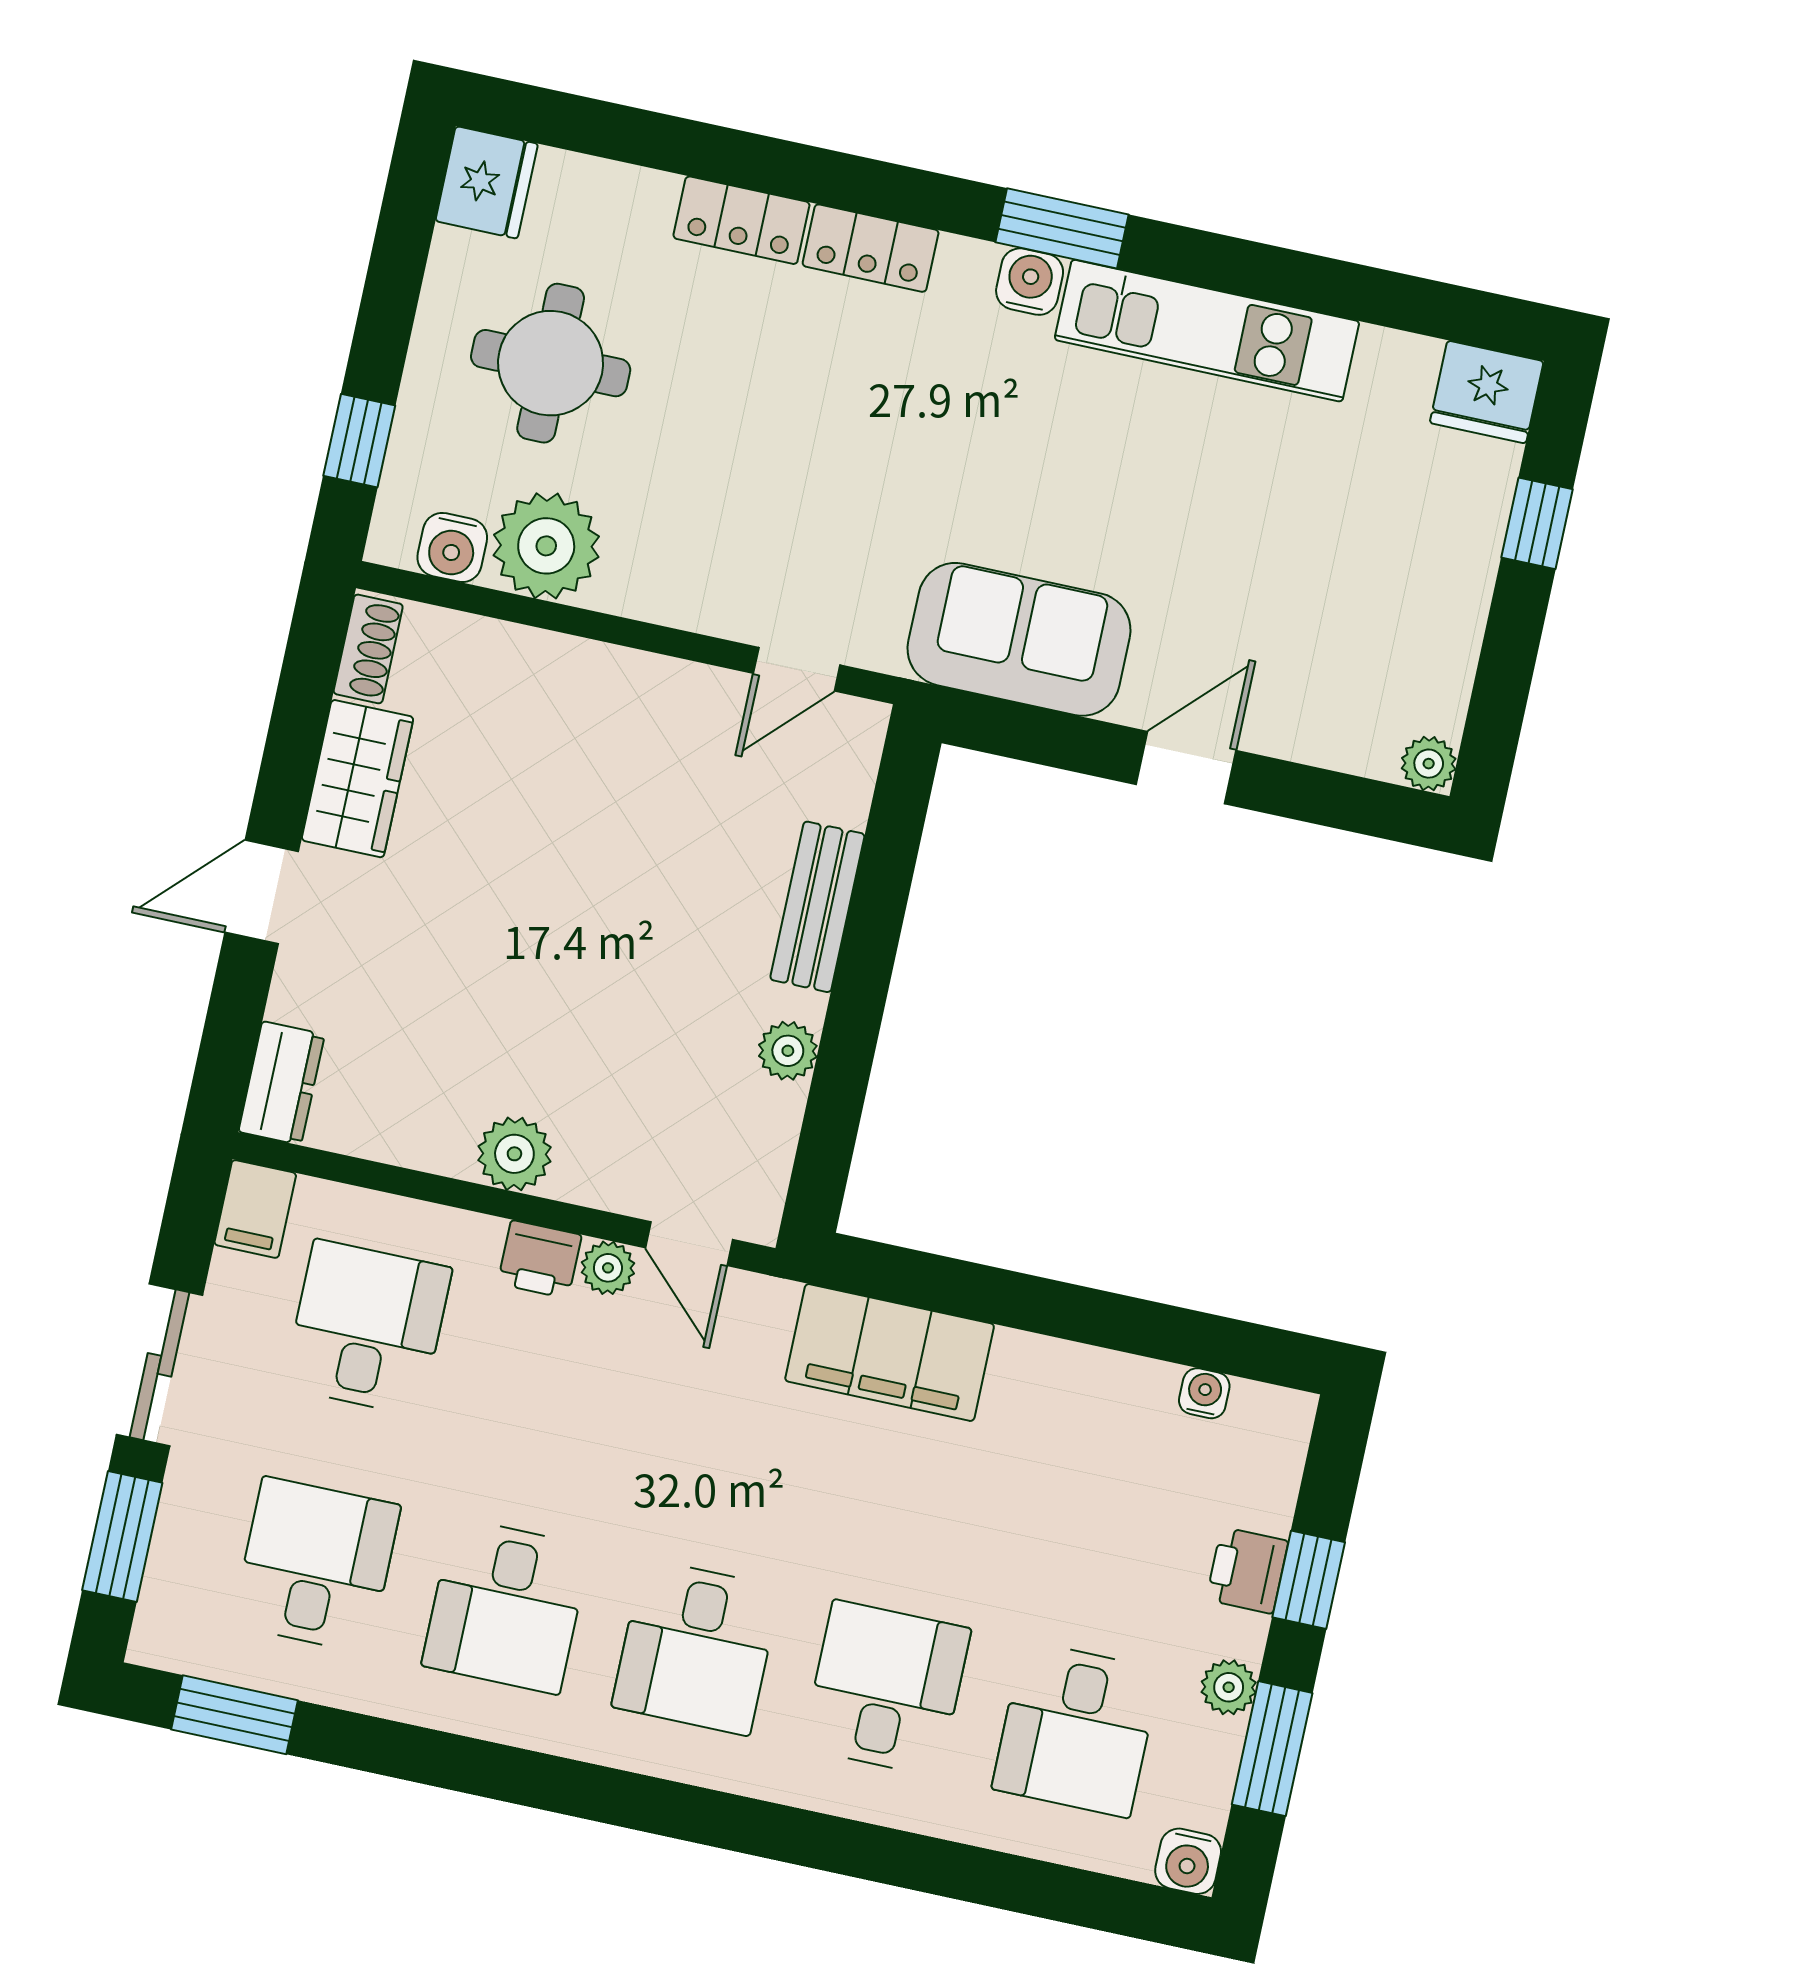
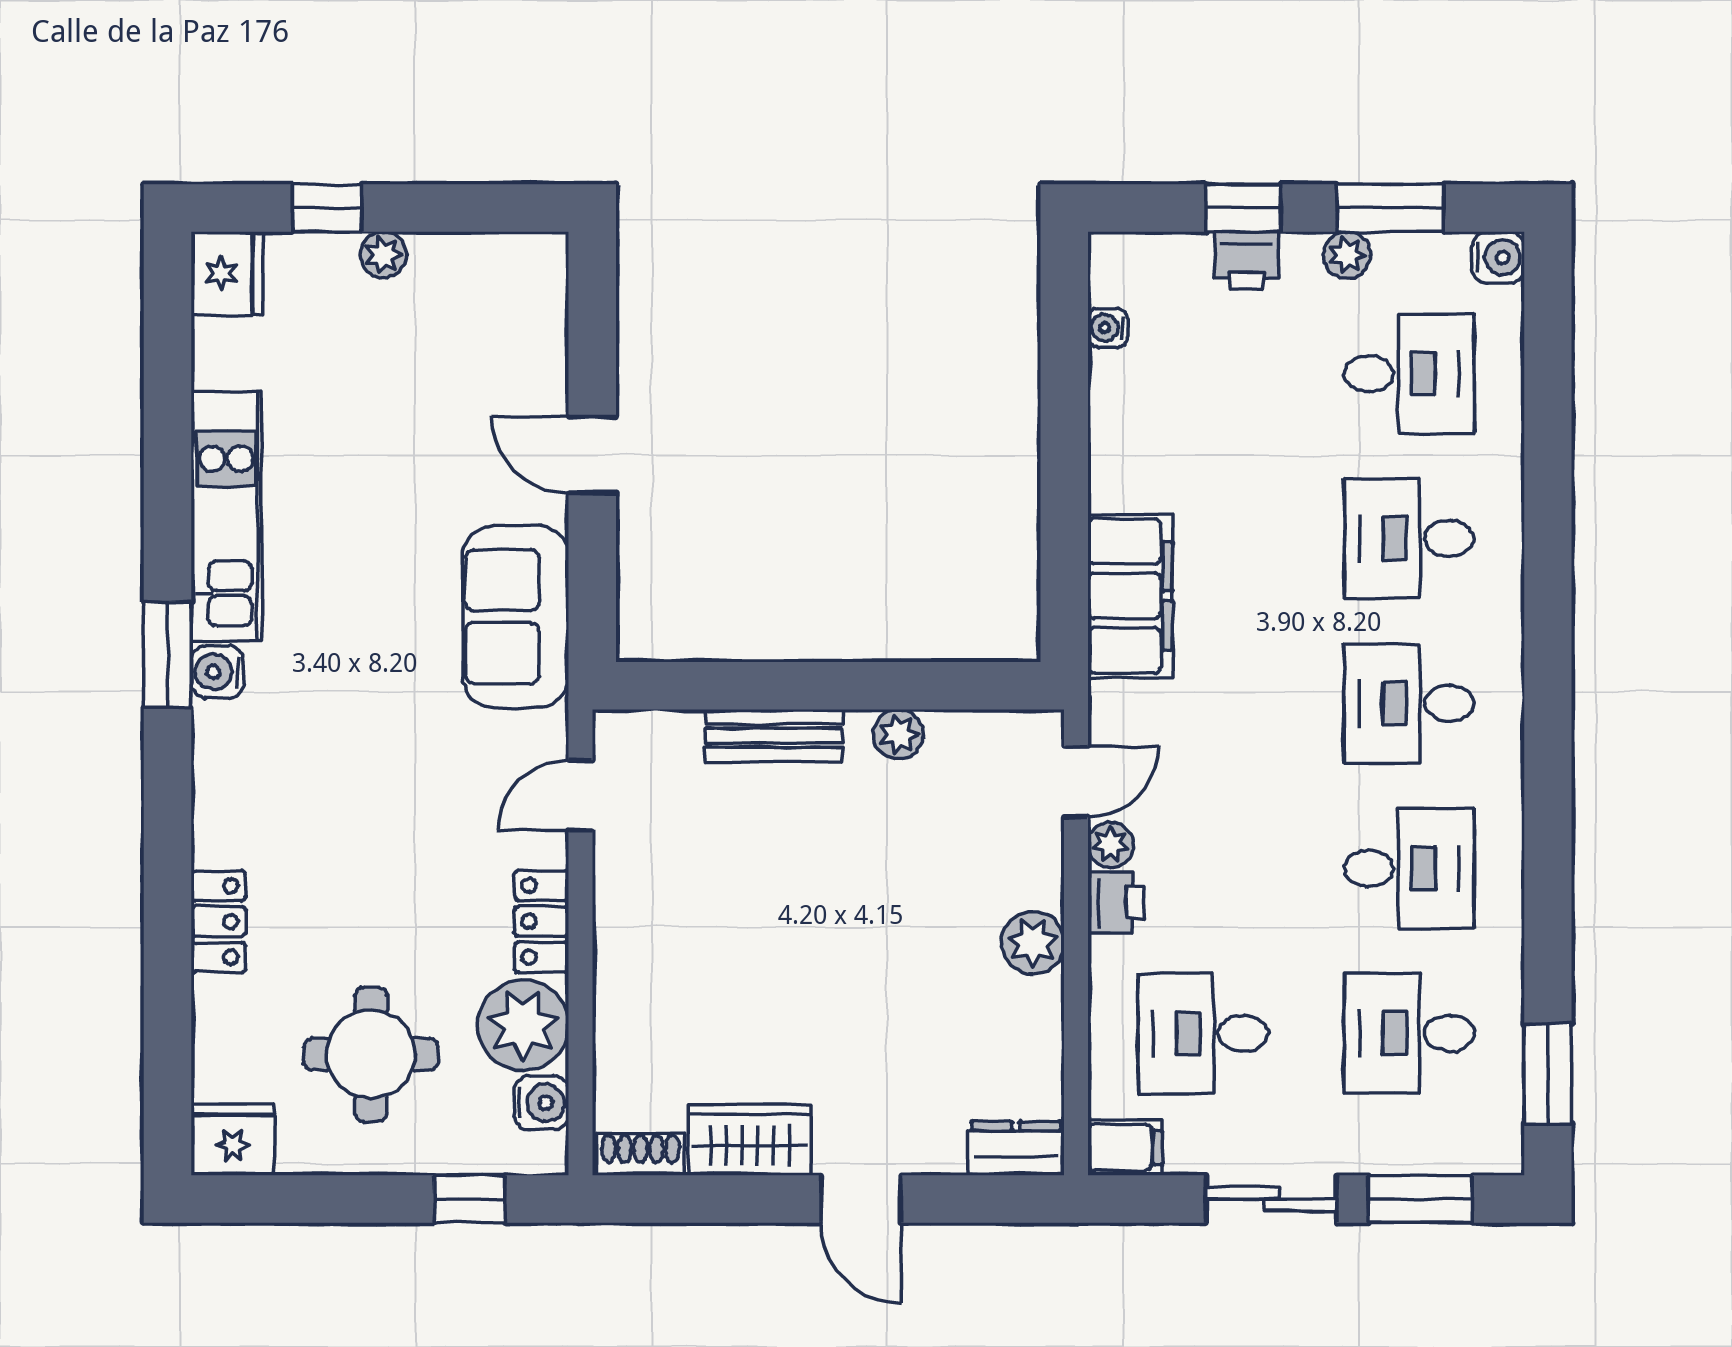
locker: (871, 248) -> (542, 921), moved, turned 180
door: (797, 669) -> (580, 795), swing flipped
plant: (1429, 764) -> (383, 255), moved
desk: (696, 1647) -> (1409, 703), turned 180

